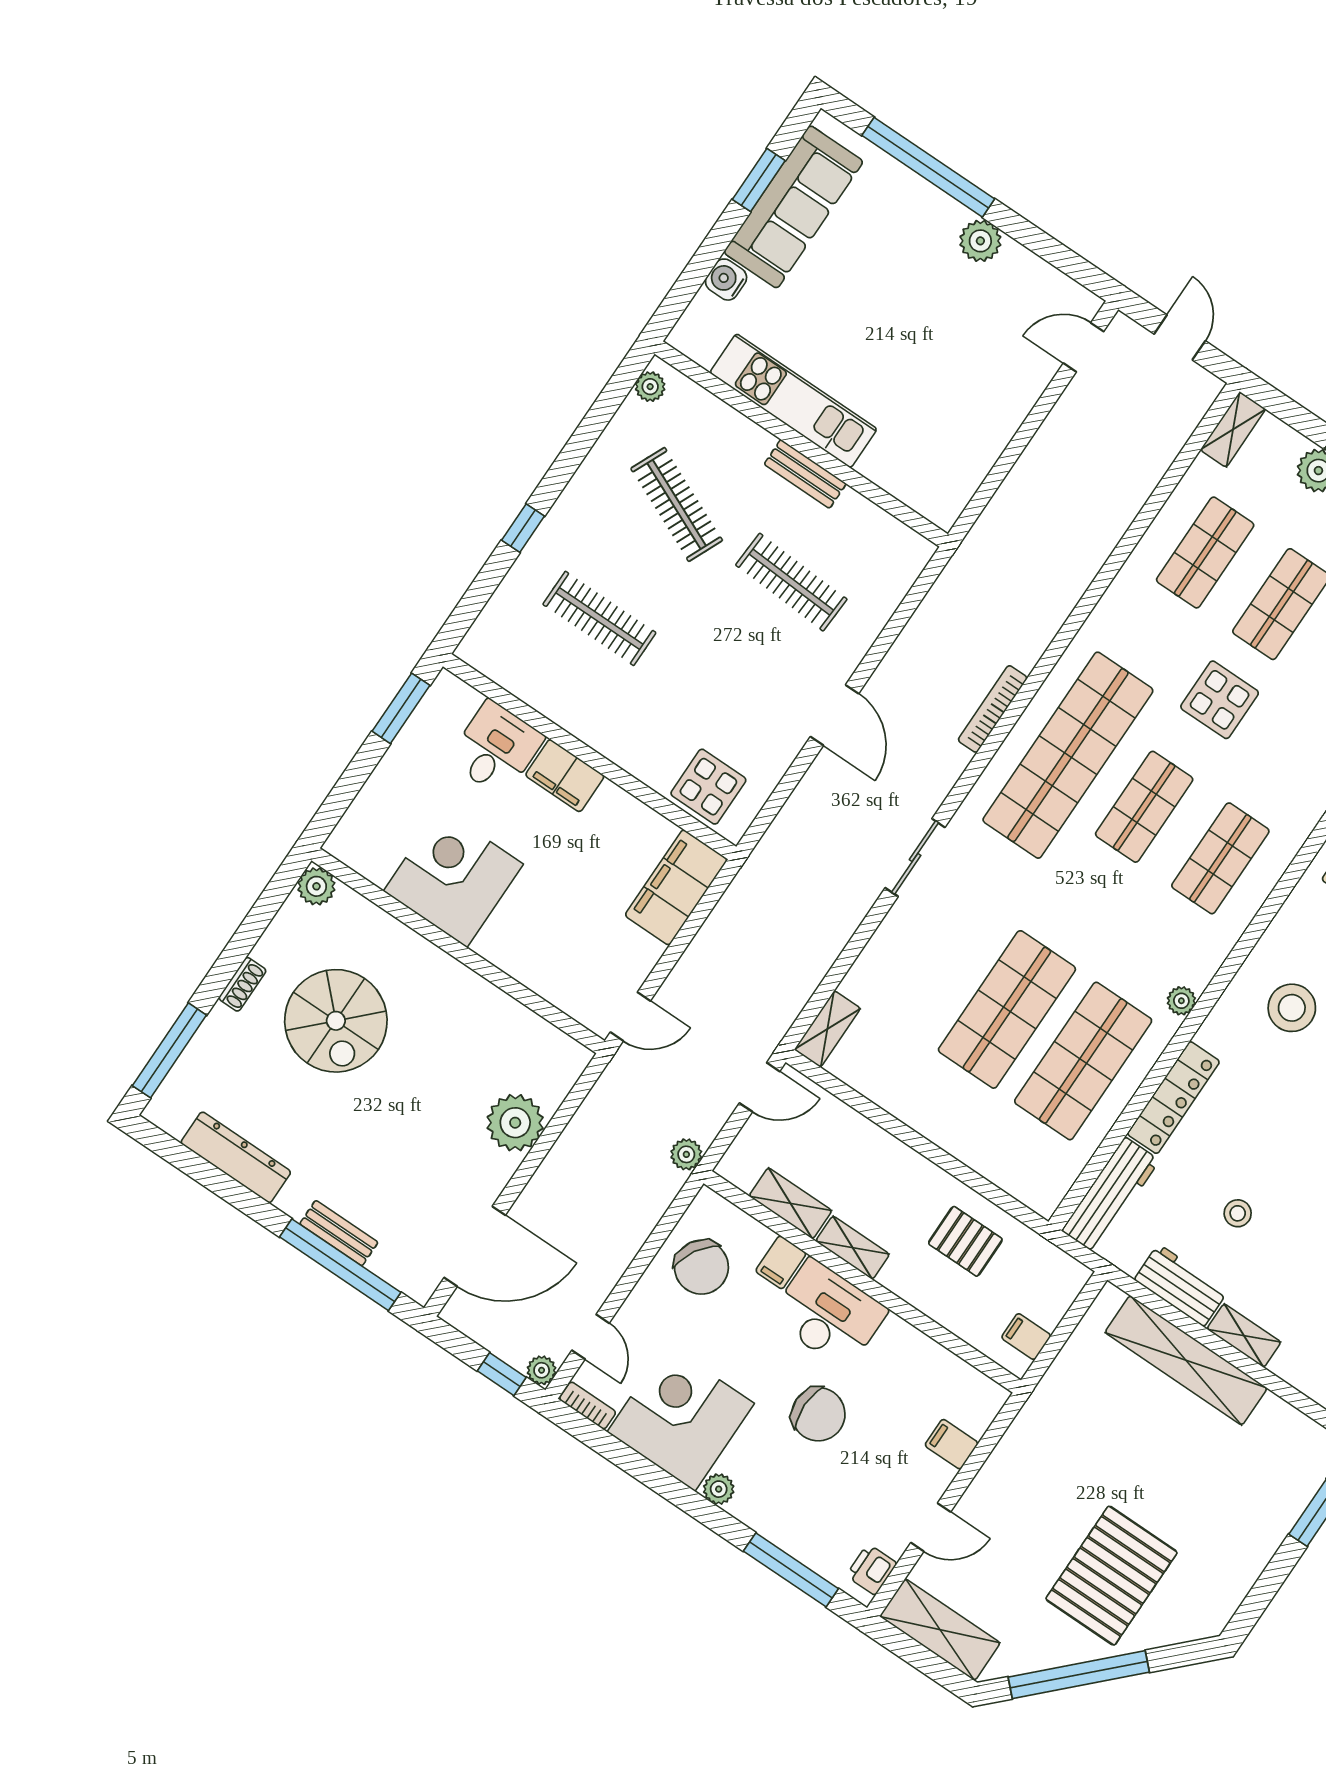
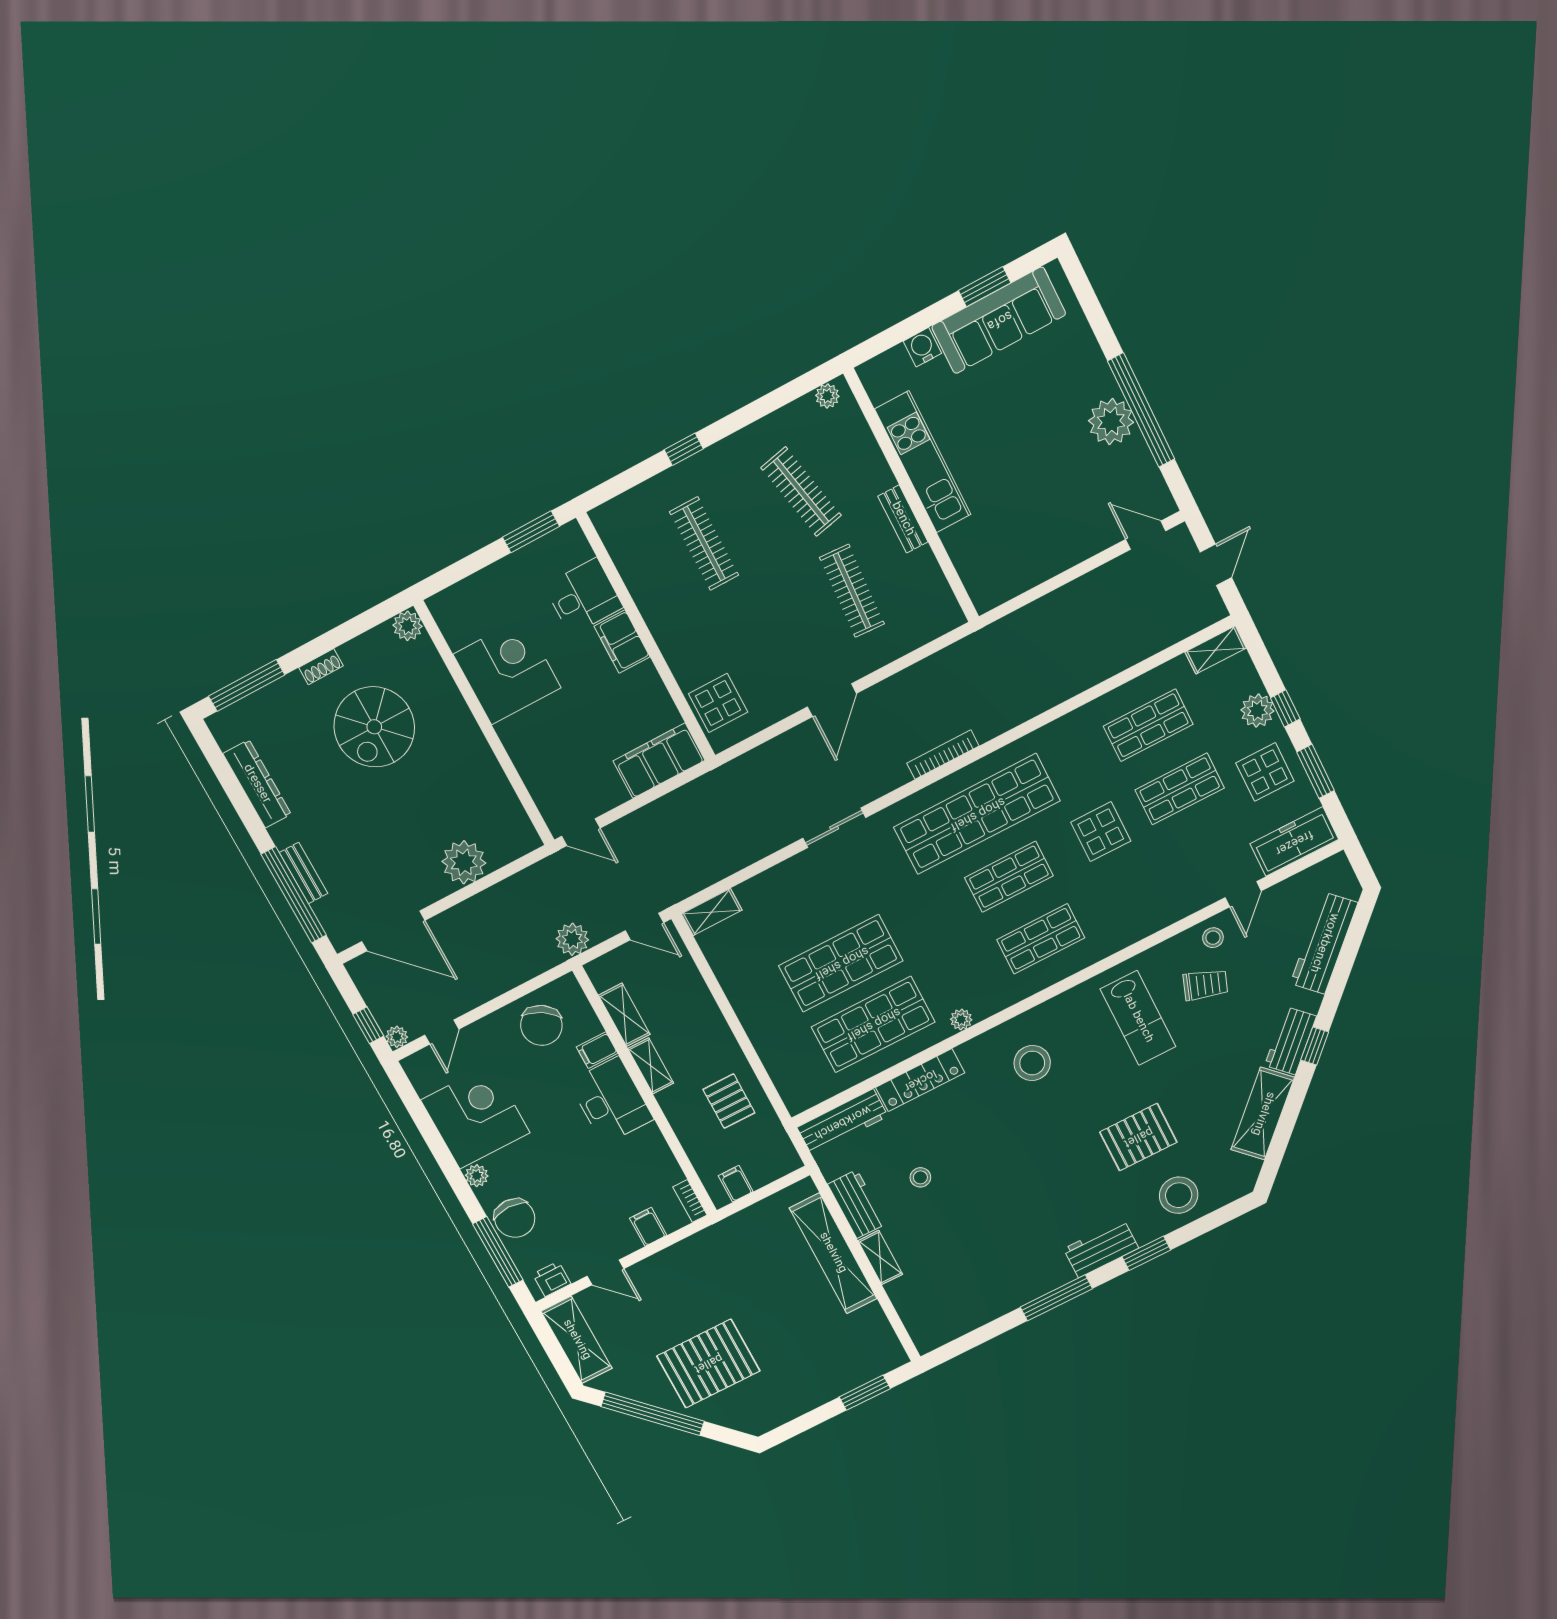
window: (928, 167) -> (1141, 410), moved
plant: (980, 241) -> (1111, 422), width x1.36, depth x1.36
clothes rail: (677, 504) -> (801, 492), turned -36
plant: (686, 1154) -> (572, 939), width x1.38, depth x1.38
bookcase: (588, 1406) -> (690, 1201), moved, turned 180
chair: (818, 1414) -> (515, 1218), moved

